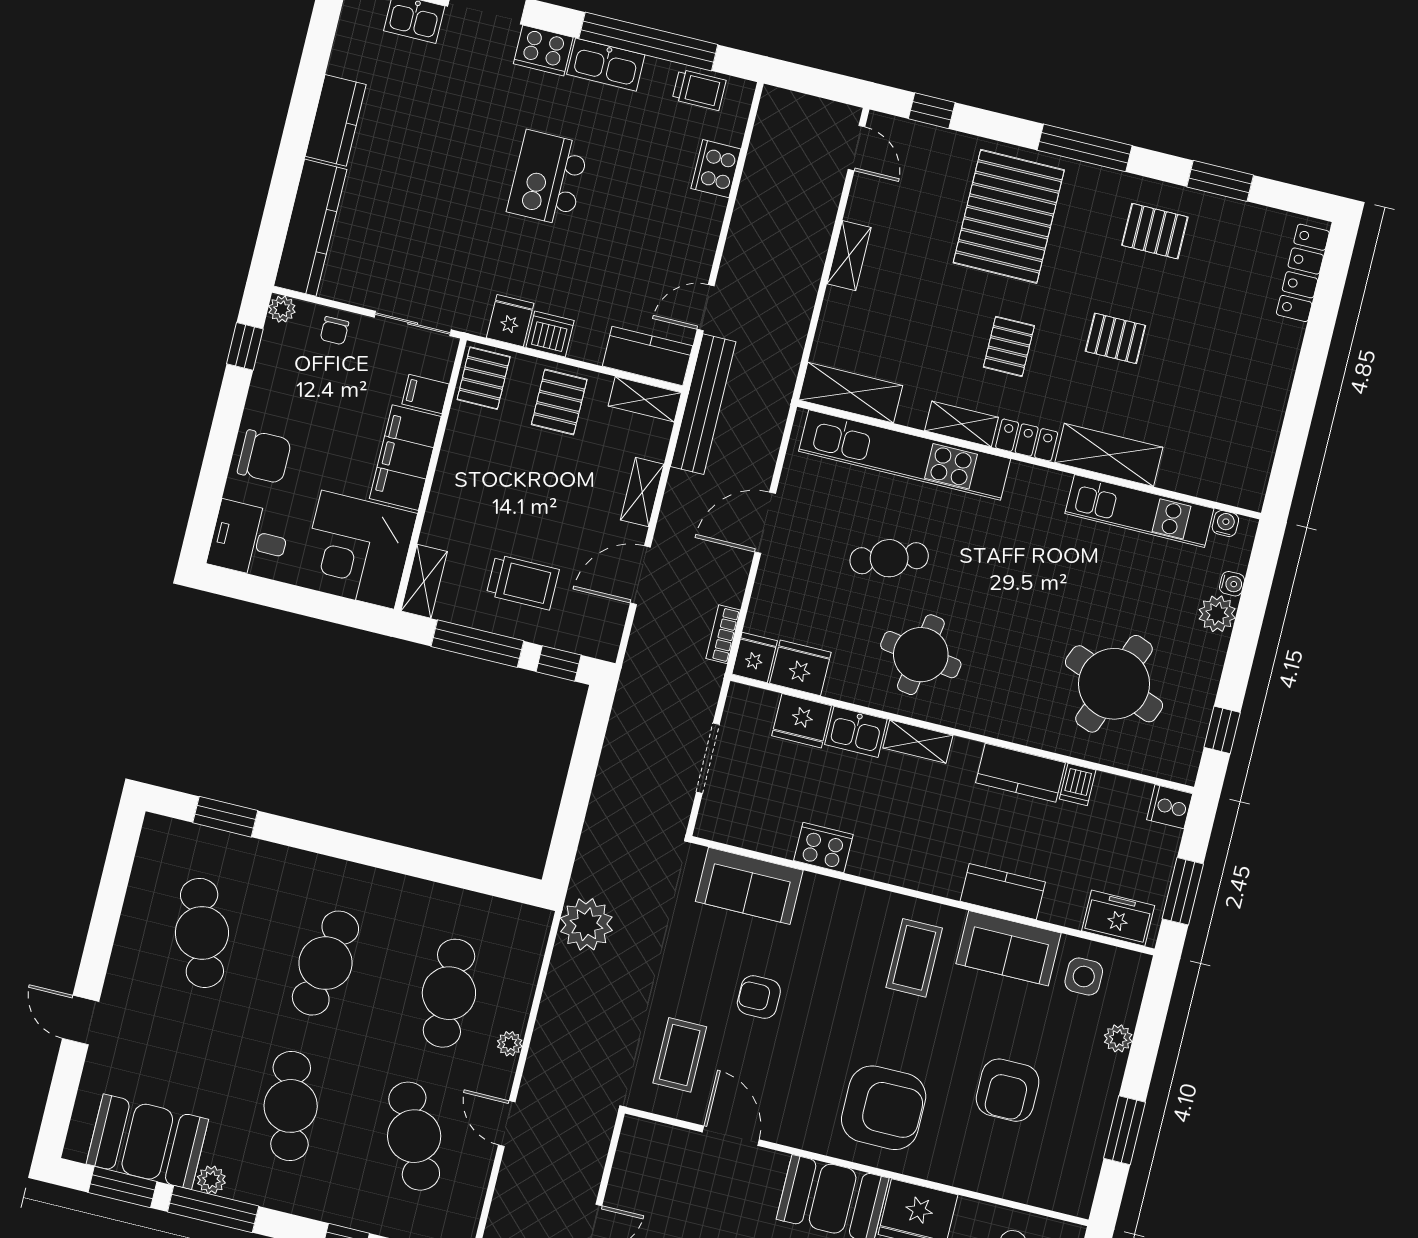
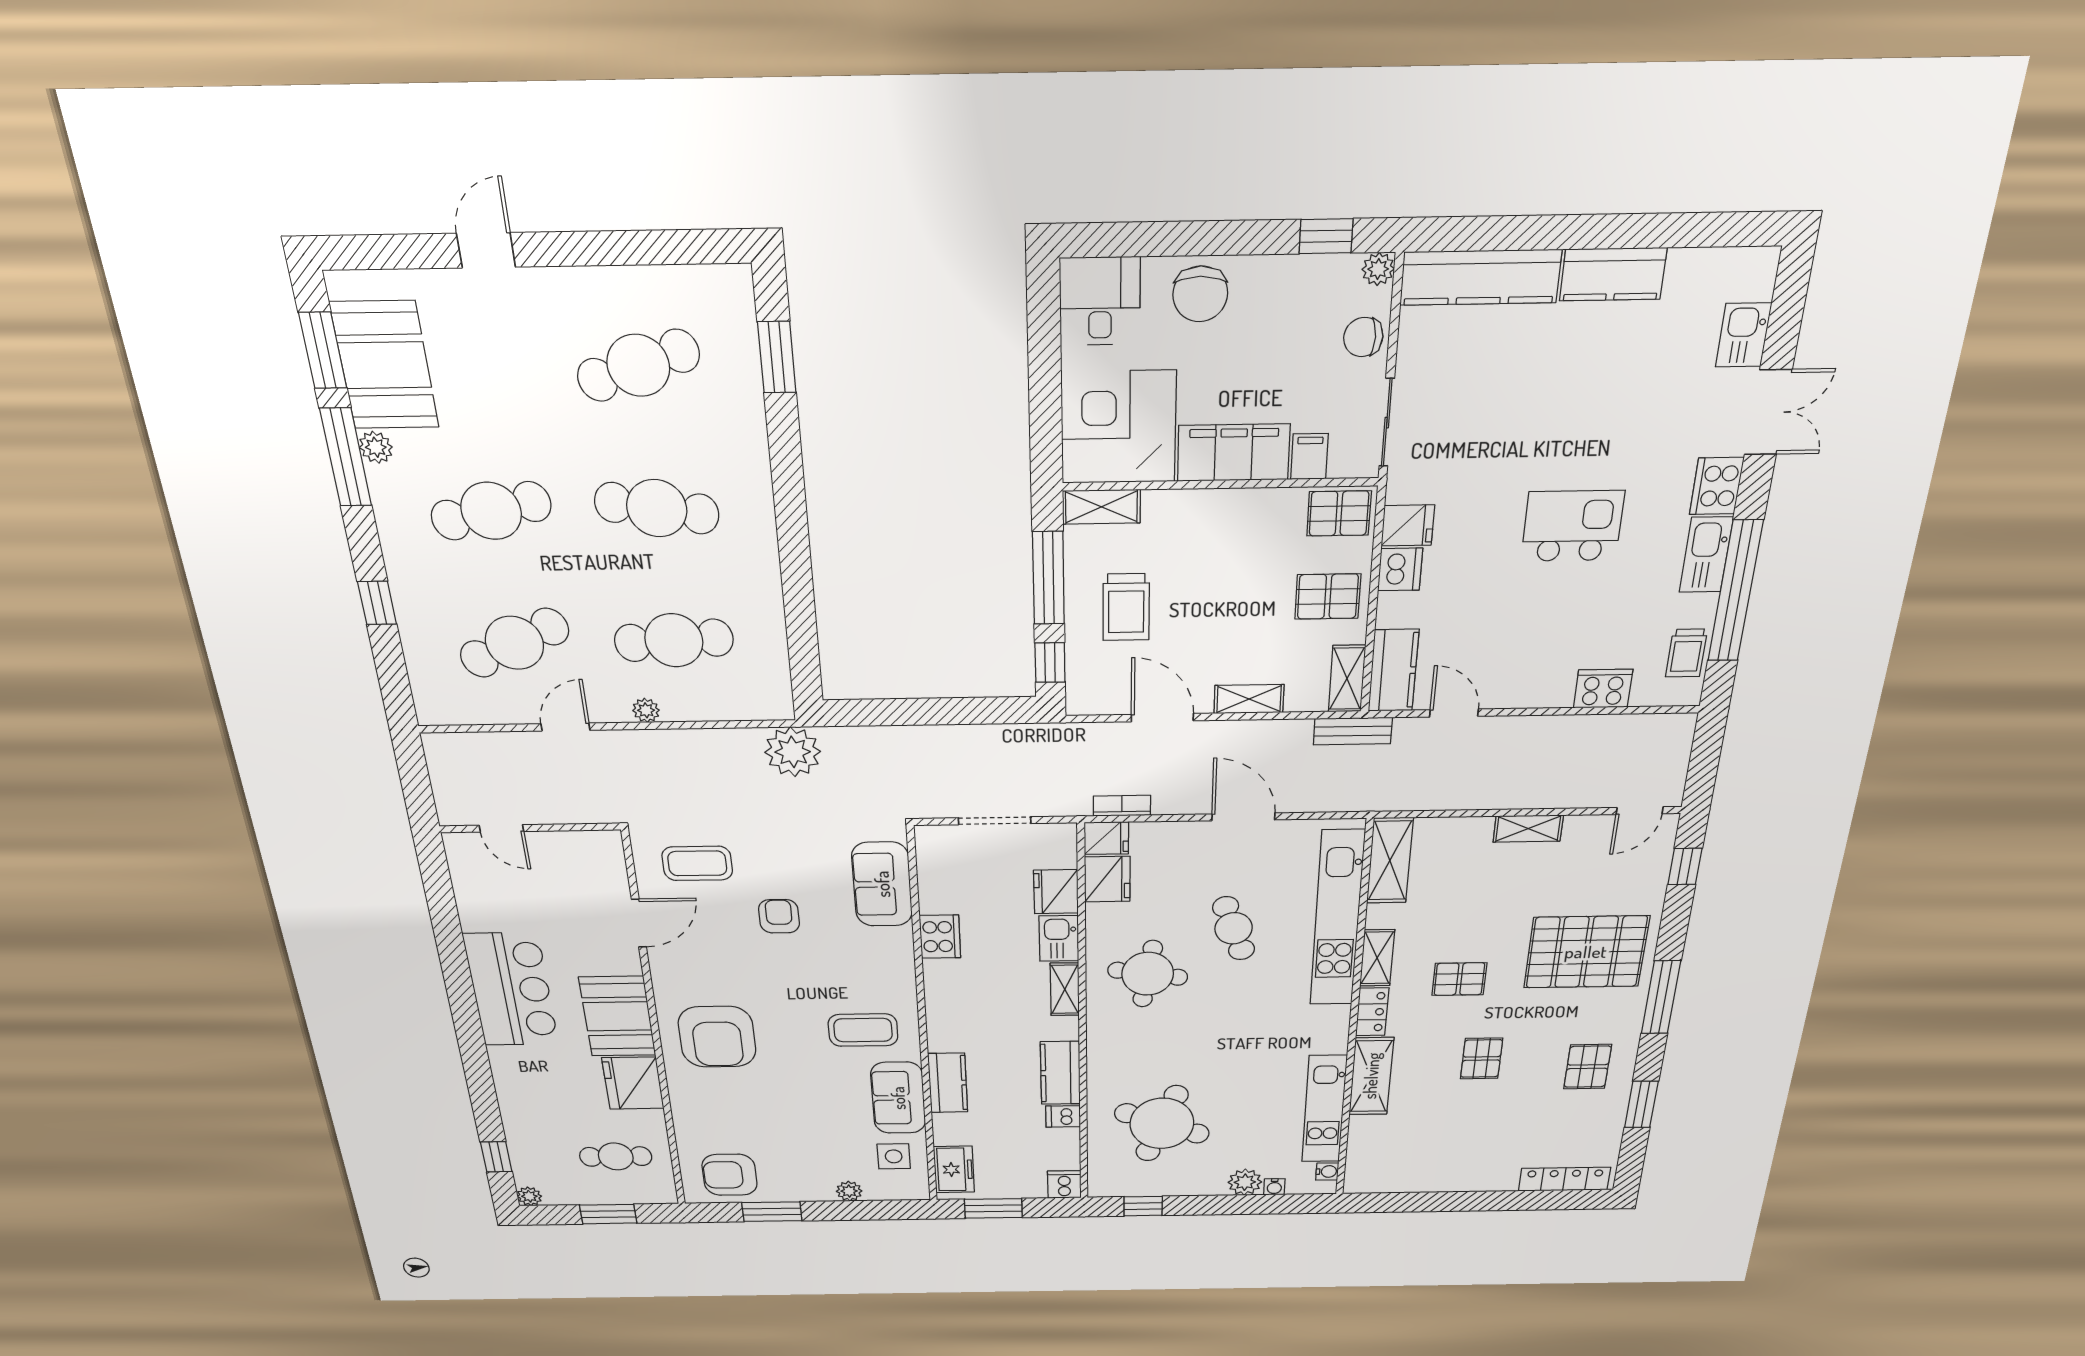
chair: (334, 331) -> (1363, 337), width x1.37, depth x1.37
bench: (703, 404) -> (1353, 731), width x0.54, depth x0.82
armchair: (1008, 1090) -> (730, 1175), moved

